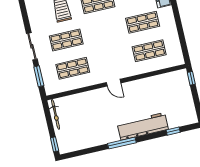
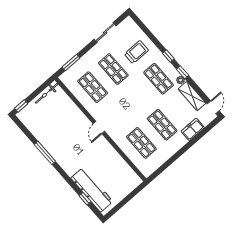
sliding door: (32, 46) -> (105, 33), moved
window: (191, 78) -> (137, 190), removed
workbench: (143, 126) -> (92, 190), moved
window: (122, 143) -> (45, 153), moved

